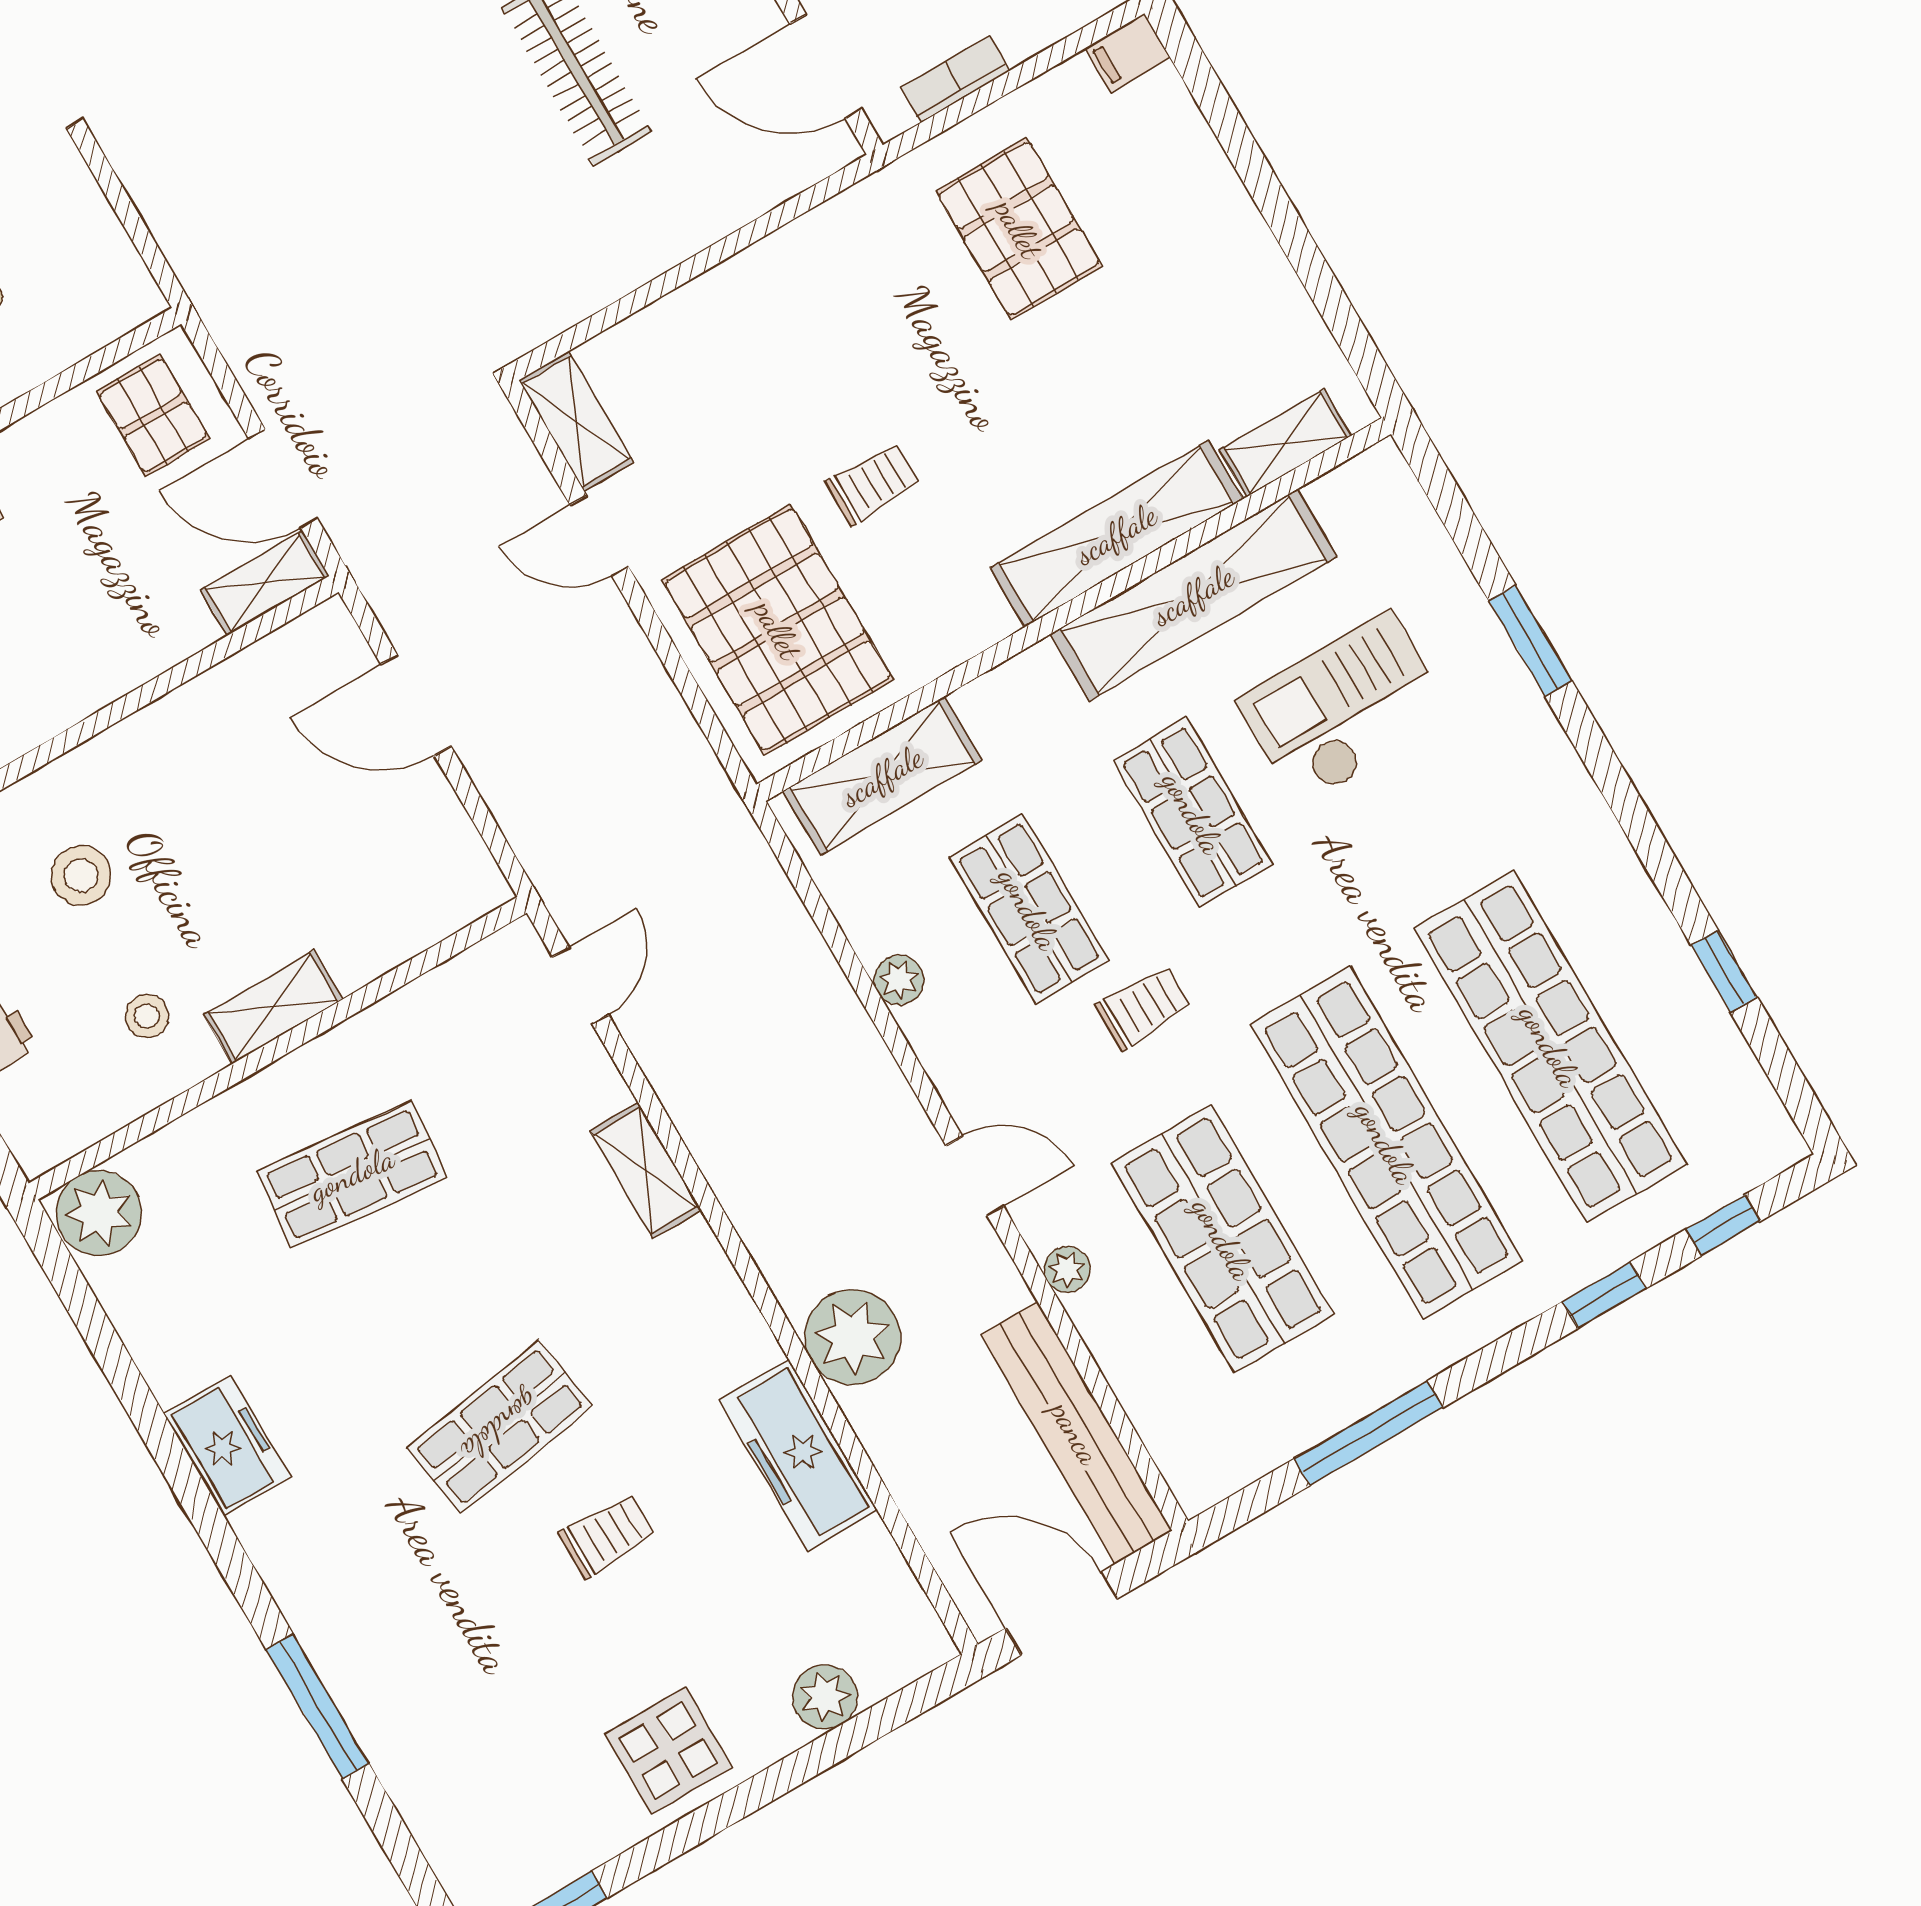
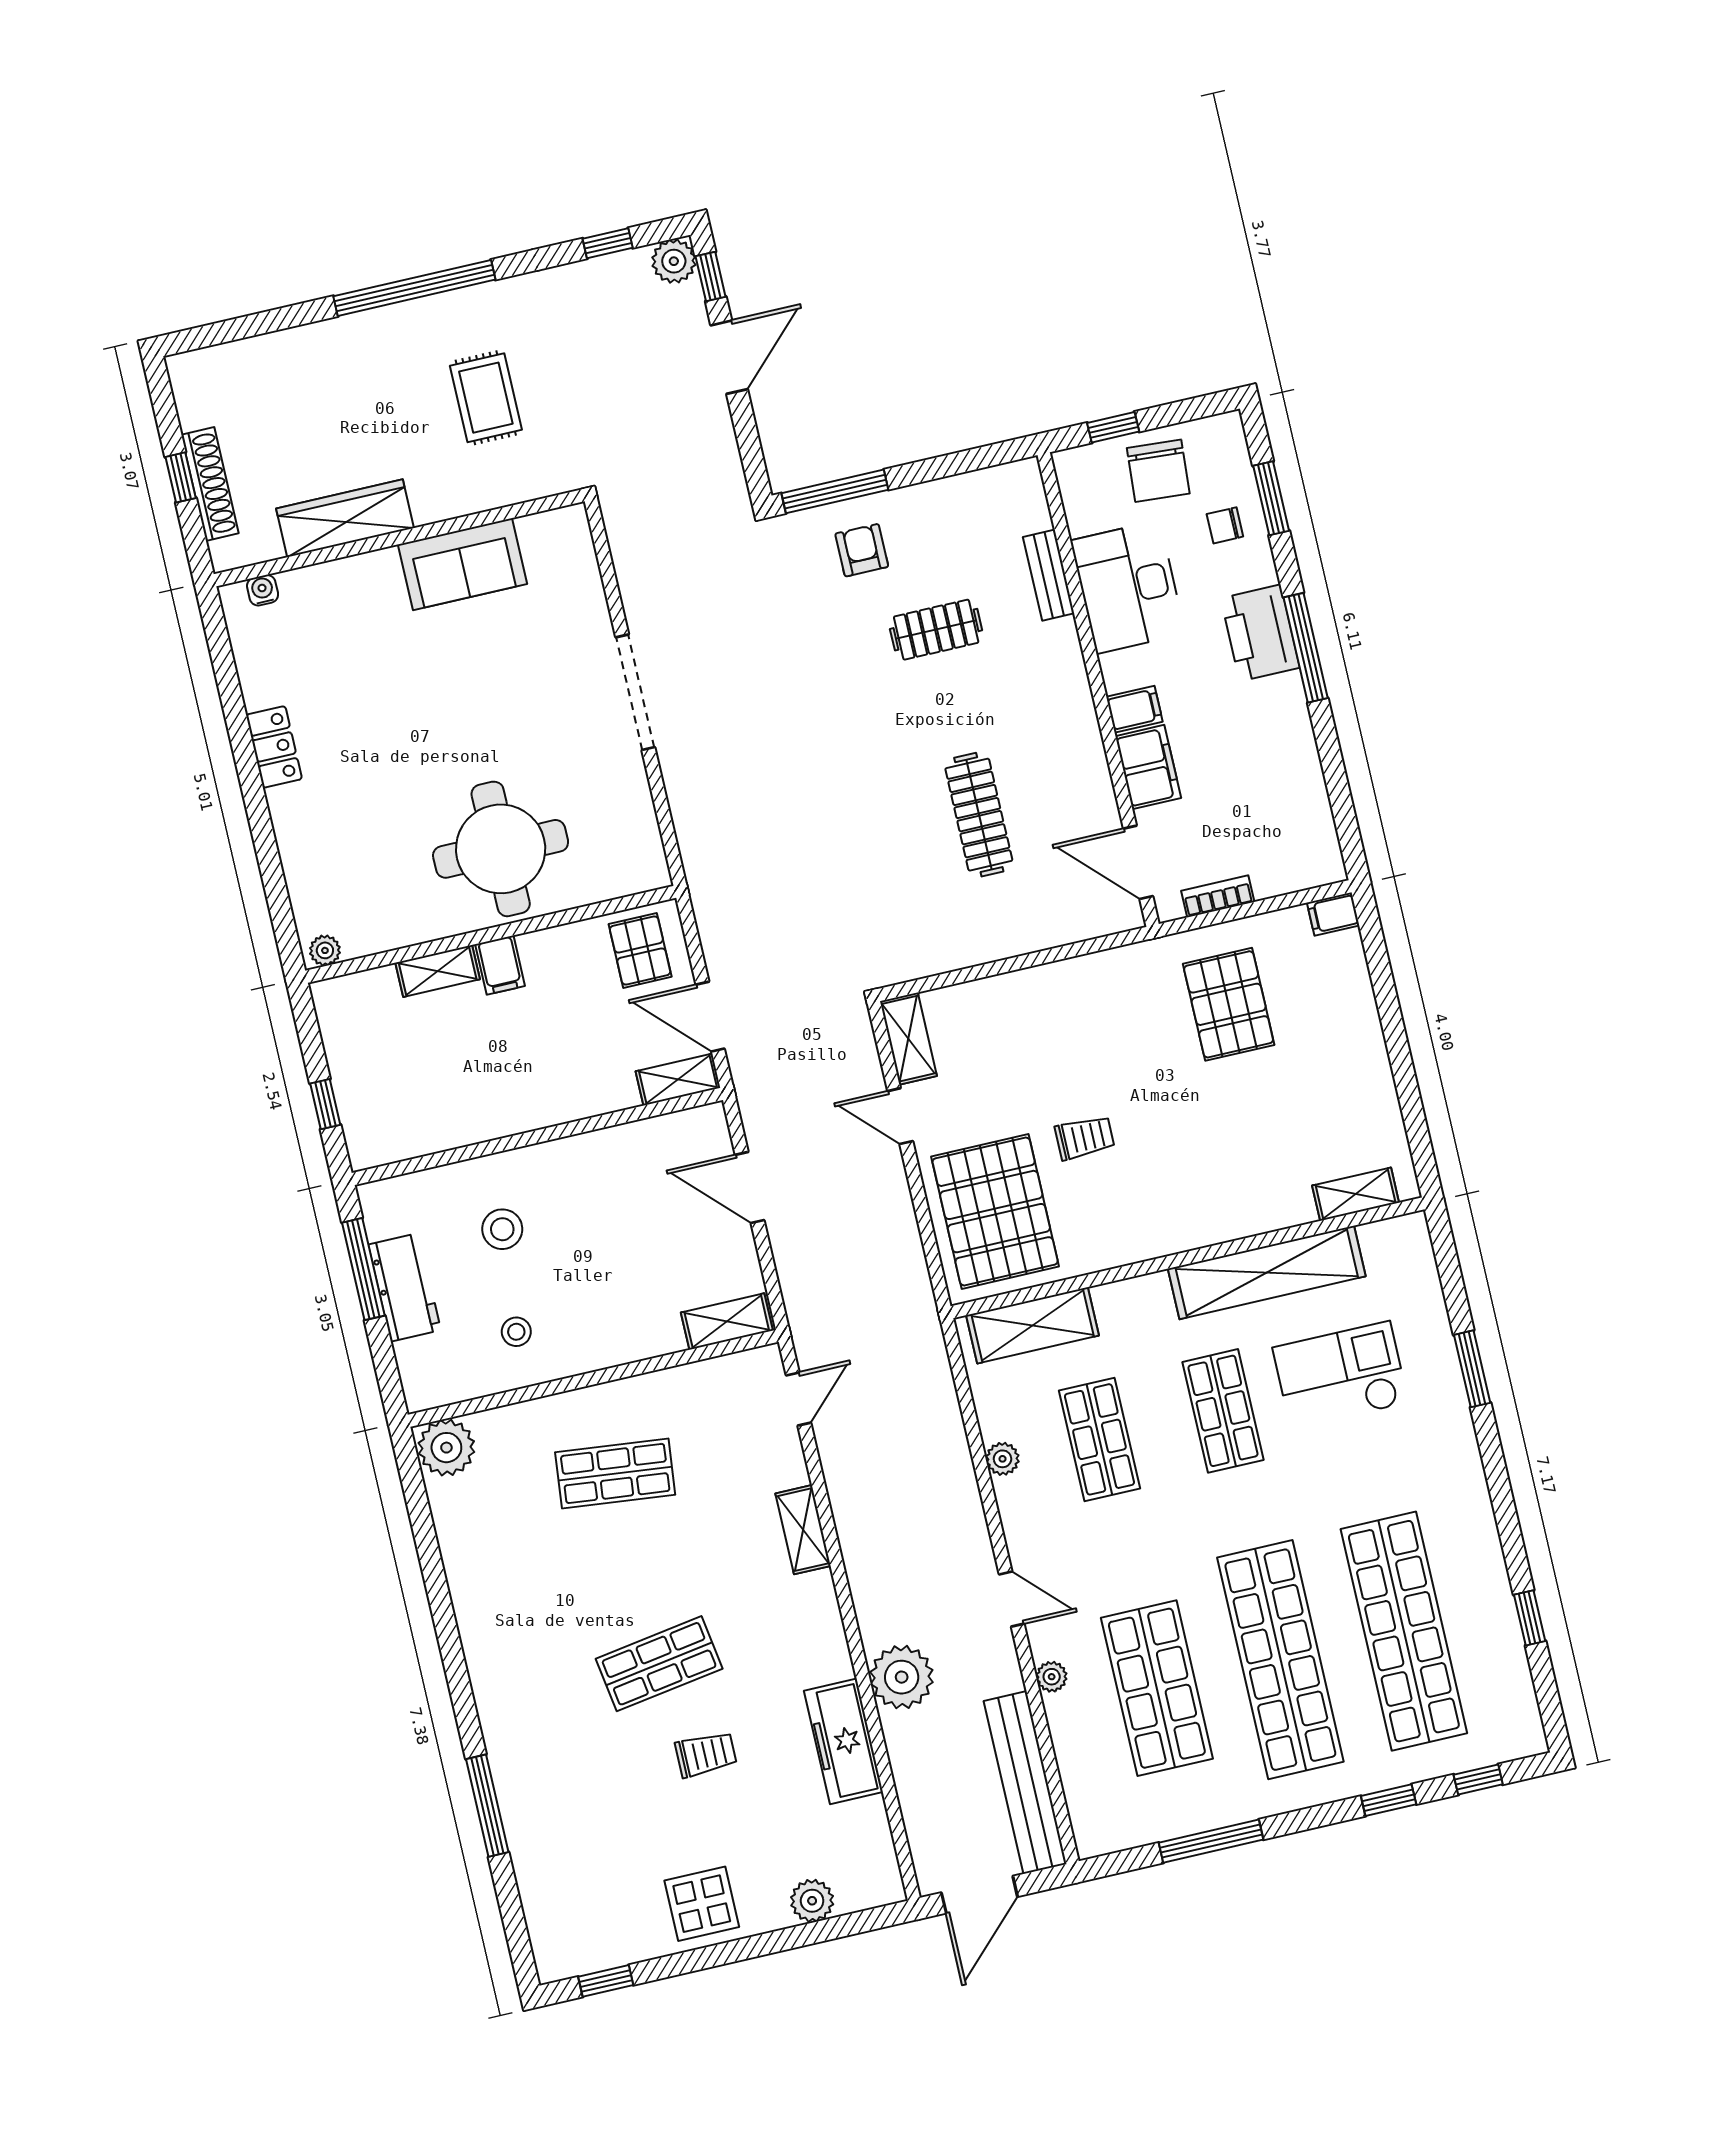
shelving: (1116, 534) -> (1230, 1218), removed
shelving: (273, 1007) -> (727, 1321), moved
trolley: (1143, 1007) -> (1152, 1525), removed
freezer: (227, 1446) -> (482, 1621), removed
door: (1061, 1613) -> (979, 1895), swing flipped

